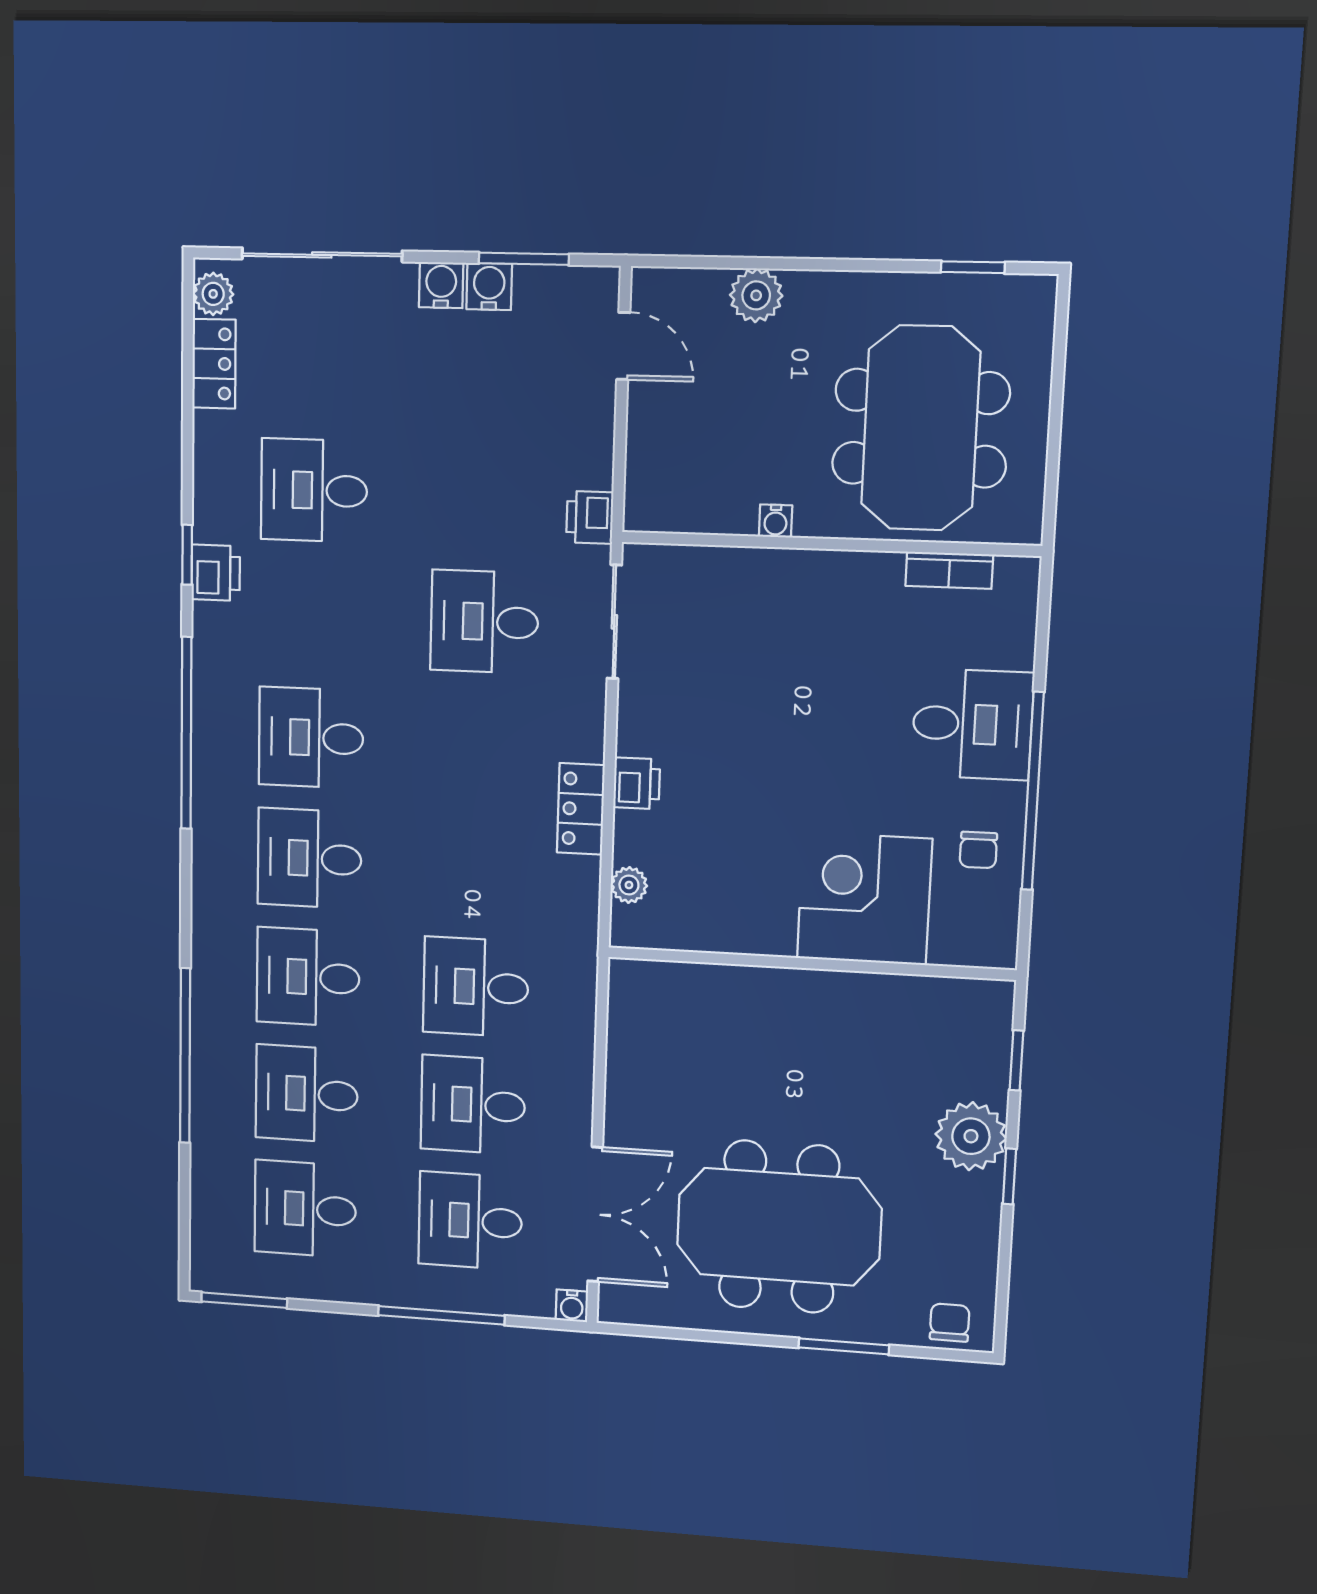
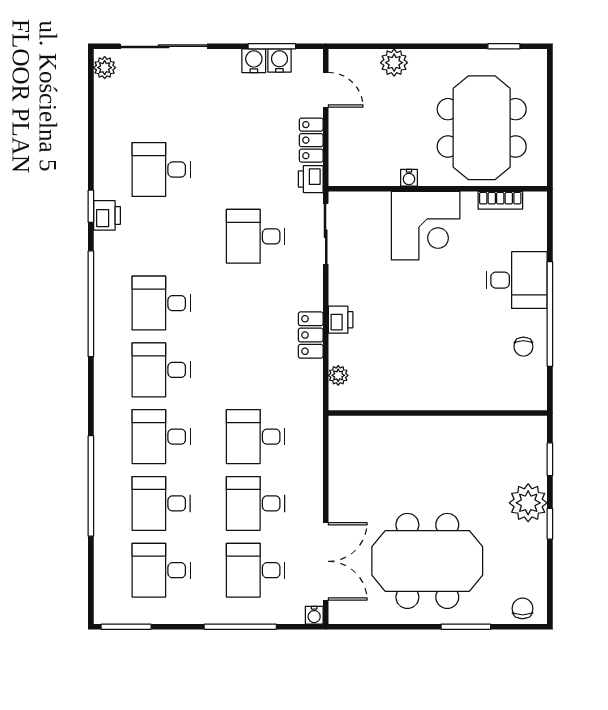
water cooler: (441, 285) -> (279, 61), moved
locker: (214, 364) -> (311, 140), moved, turned 180
corner desk: (864, 899) -> (426, 226), moved, turned 180

